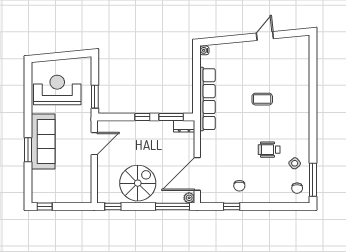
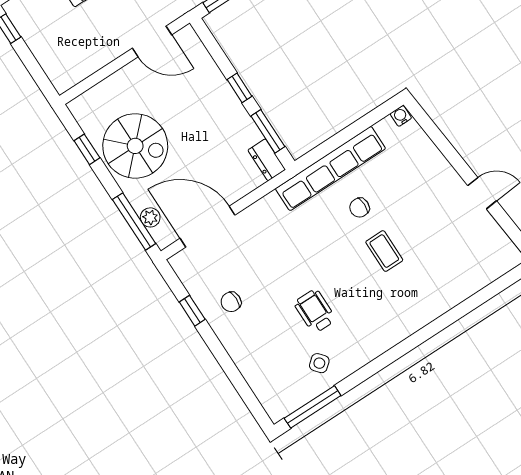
chair: (297, 188) -> (359, 208), moved
plant: (189, 198) -> (150, 217), moved
window: (113, 207) -> (87, 149), moved

